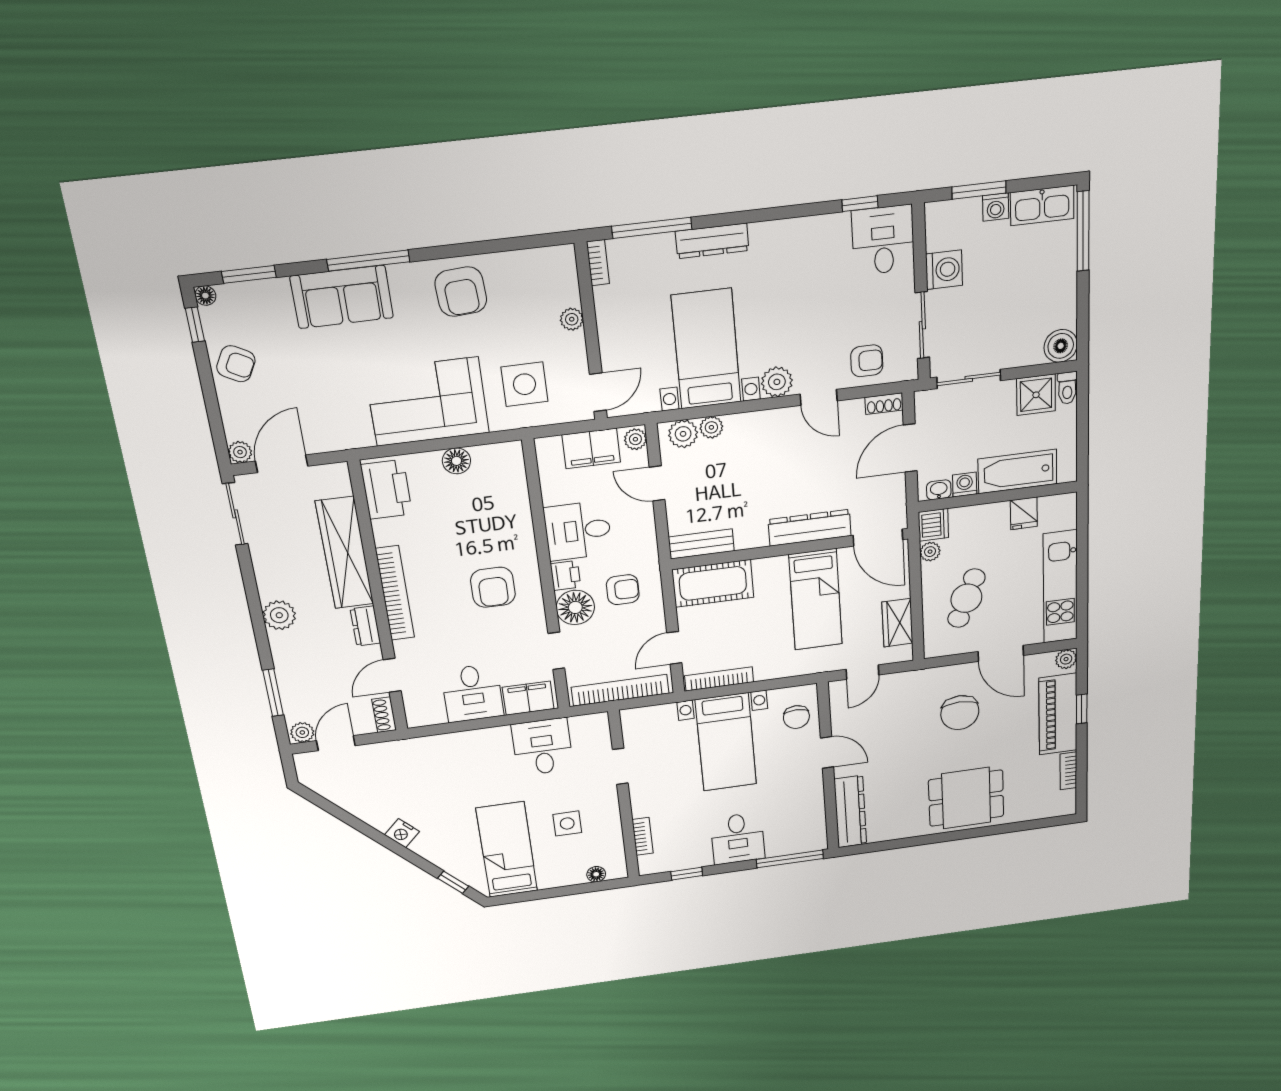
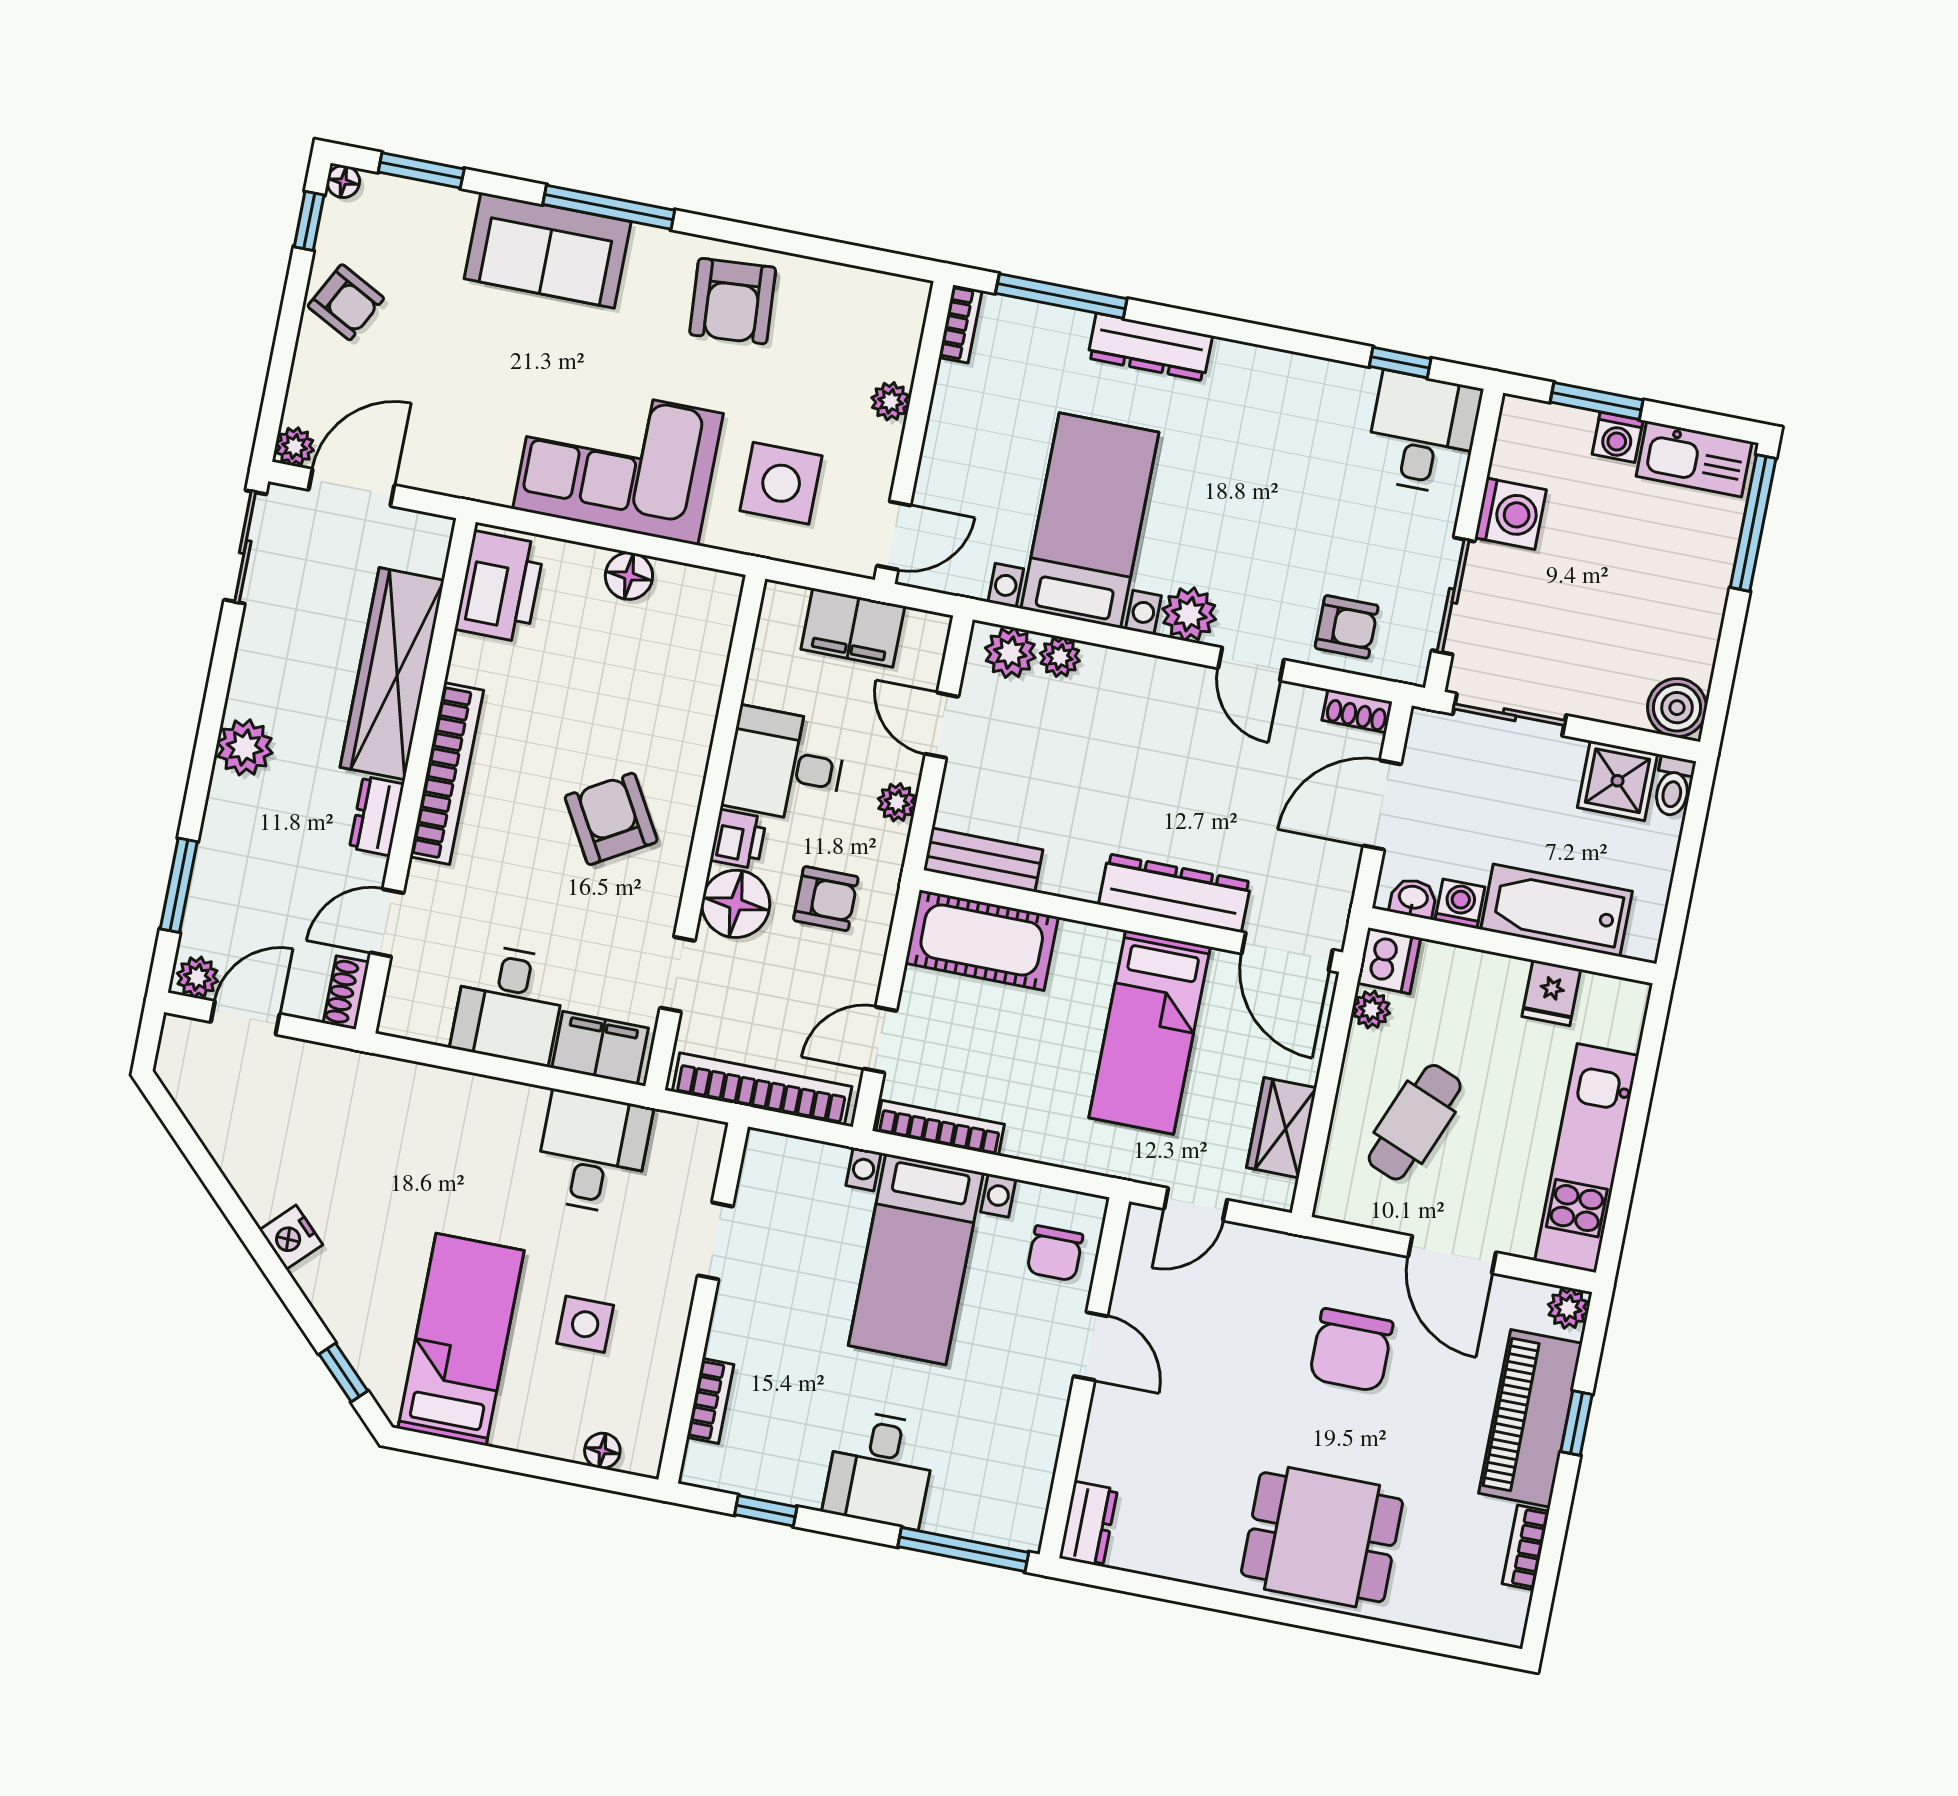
plant: (635, 439) -> (897, 802), moved
armchair: (493, 587) -> (611, 819), turned 150
dresser: (850, 812) -> (1088, 1524), width x0.51, depth x0.80

